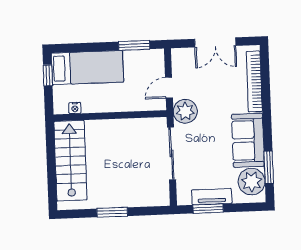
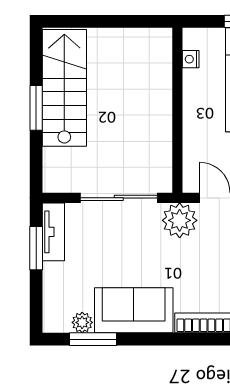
stairs: (70, 161) -> (64, 88), moved, turned -90
plant: (252, 182) -> (82, 322), width x0.53, depth x0.53
tv unit: (212, 197) -> (53, 232), moved

